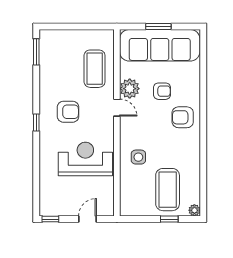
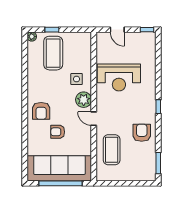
window: (158, 27) -> (61, 183), width x2.11
plant: (130, 89) -> (84, 100), moved
armchair: (68, 112) -> (142, 133), moved, turned 90
armchair: (183, 117) -> (41, 111), turned 90
door: (88, 219) -> (117, 30), hinge flipped

